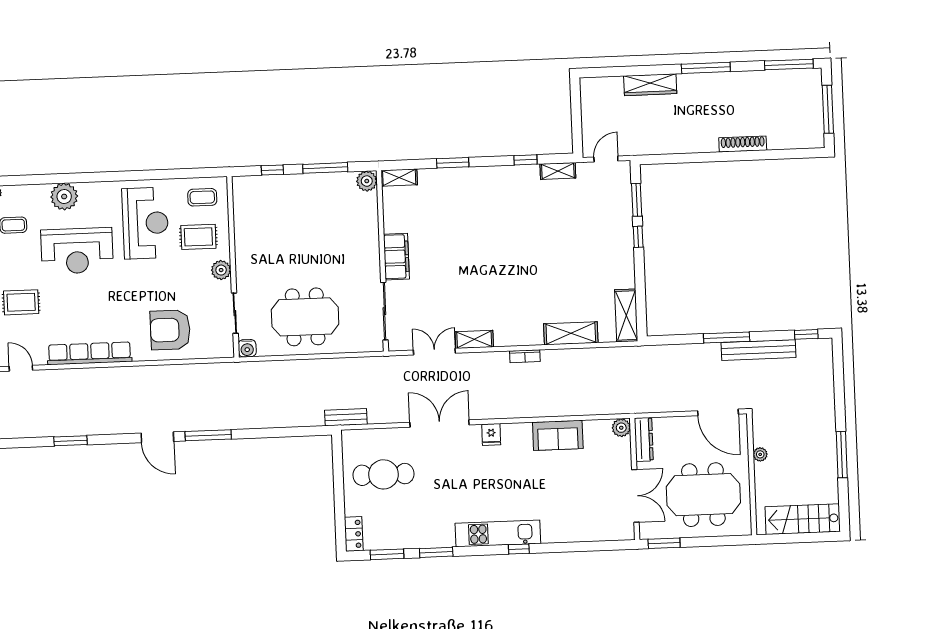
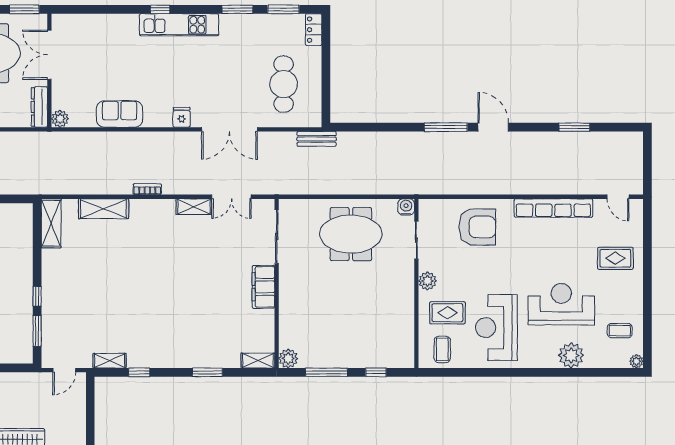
coffee table: (202, 197) -> (442, 349), turned 90
cafe table: (383, 474) -> (284, 84), turned 90

